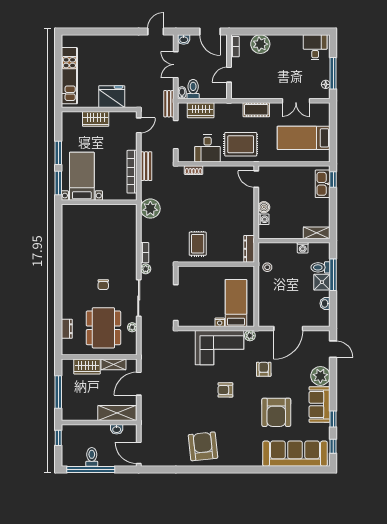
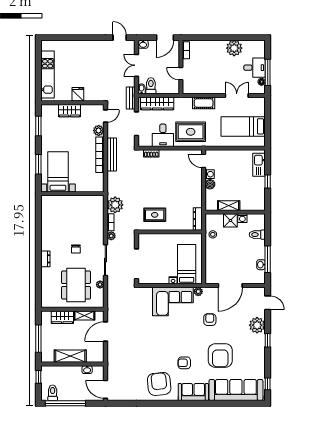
door: (156, 31) -> (120, 38), hinge flipped
door: (210, 31) -> (165, 38), hinge flipped
plant: (260, 44) -> (234, 48), moved
desk: (315, 47) -> (254, 68), moved, turned 90
door: (229, 75) -> (181, 74), hinge flipped
fridge: (112, 97) -> (78, 94), width x0.53, depth x0.75
double door: (296, 101) -> (237, 95), swing flipped
wardrobe: (201, 110) -> (157, 103), width x1.50
plant: (130, 143) -> (99, 131), added
window: (58, 153) -> (38, 126), moved
bench: (146, 166) -> (112, 154), width x1.36
bed with nightstands: (82, 176) -> (58, 172), moved
window: (333, 179) -> (268, 181), moved
wall: (99, 202) -> (72, 194), moved
plant: (150, 209) -> (115, 205), moved
washing machine: (264, 219) -> (210, 174), moved
shelving: (317, 233) -> (229, 206), moved
rug: (198, 244) -> (155, 215), turned 90
window: (333, 275) -> (268, 259), moved
shower: (322, 282) -> (230, 220), moved
dresser: (67, 329) -> (45, 259), moved
armchair: (225, 390) -> (184, 363), moved
sofa: (320, 405) -> (193, 392), moved, turned 90
shelving: (117, 413) -> (70, 356), moved
window: (333, 419) -> (268, 340), moved
toilet: (92, 457) -> (53, 393), moved

